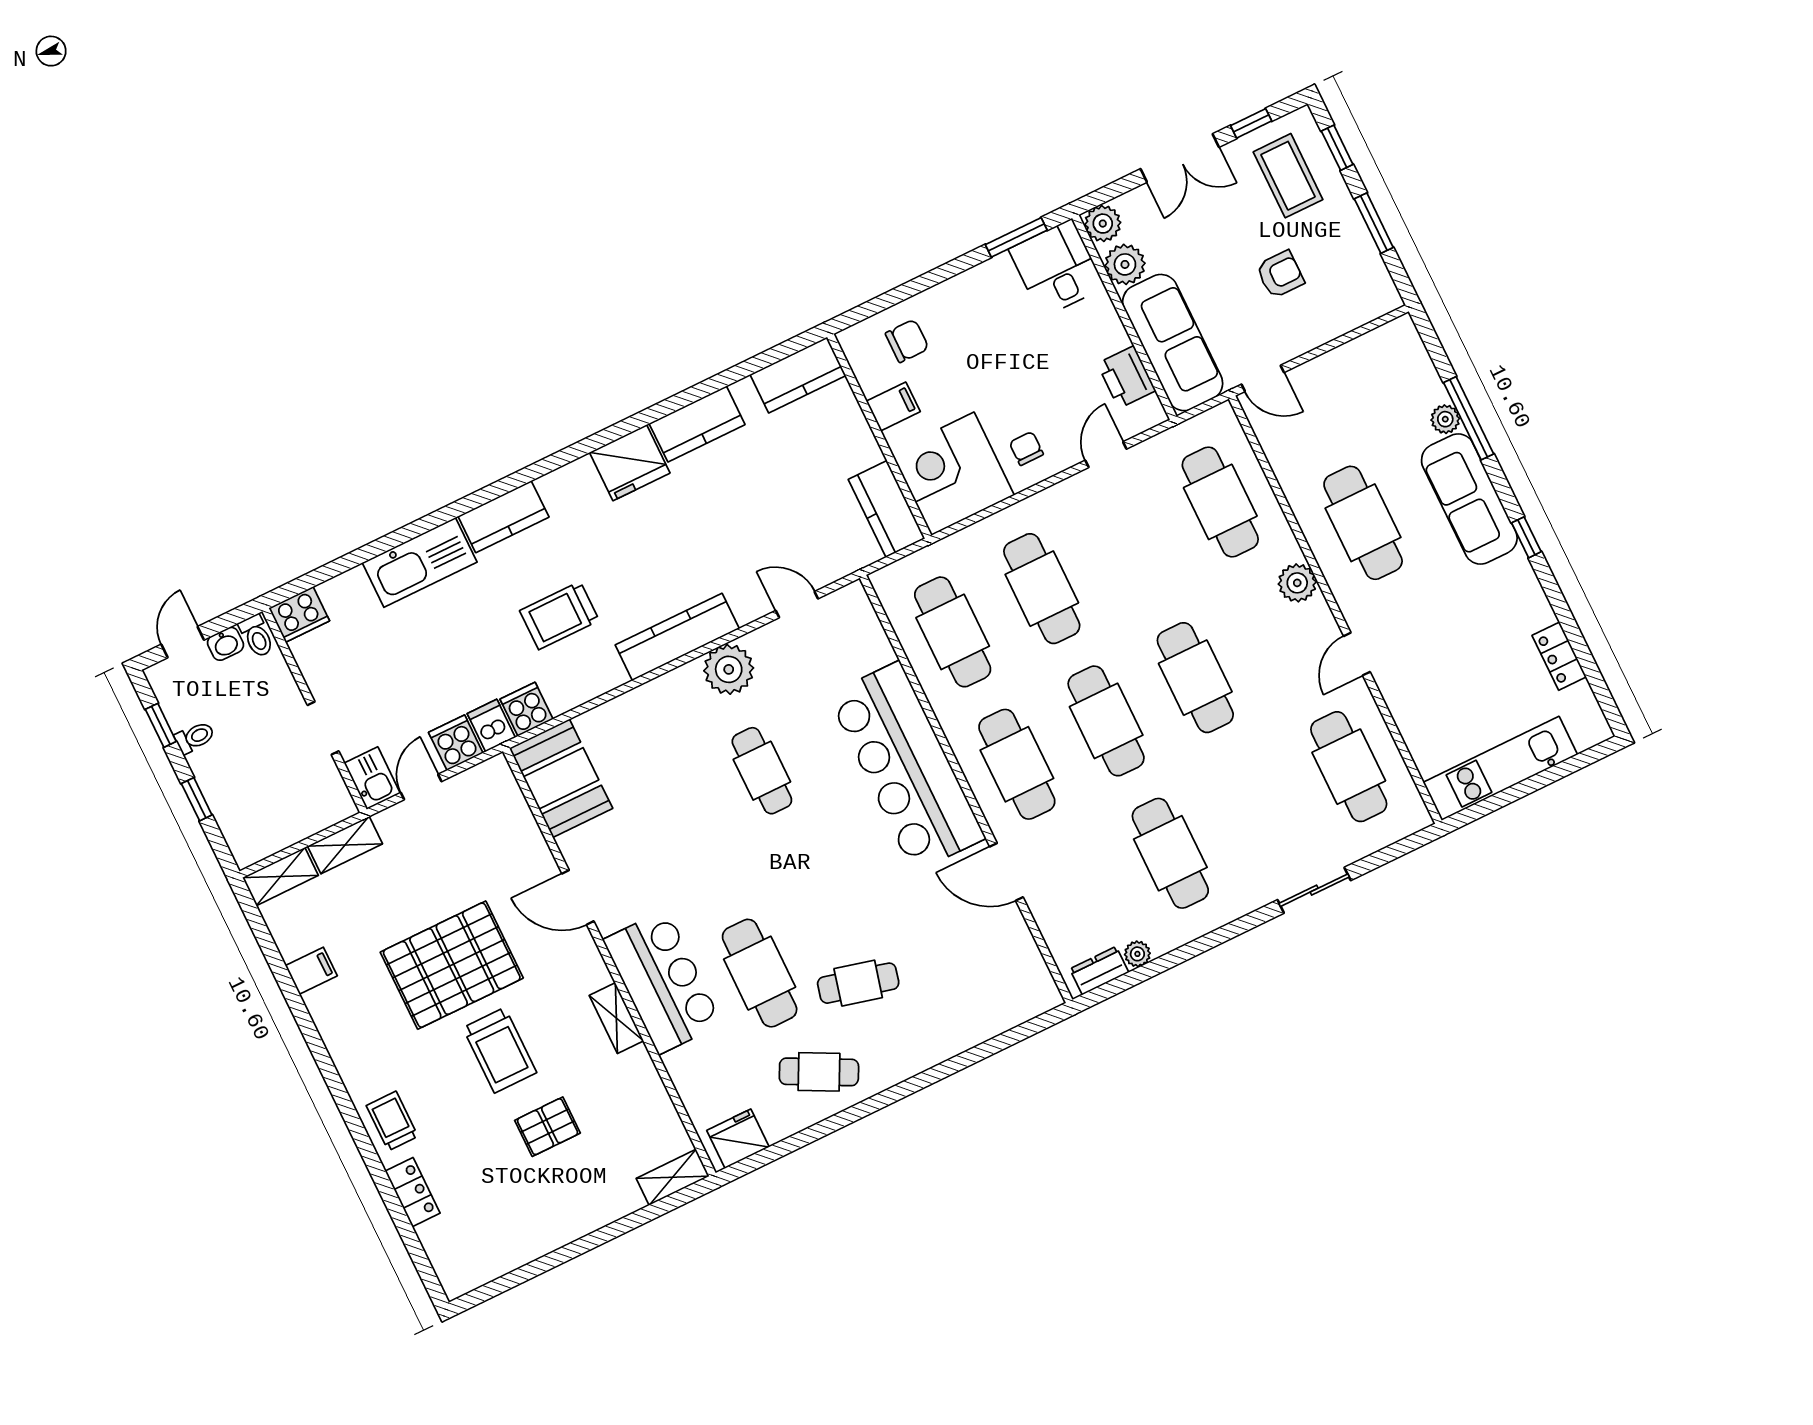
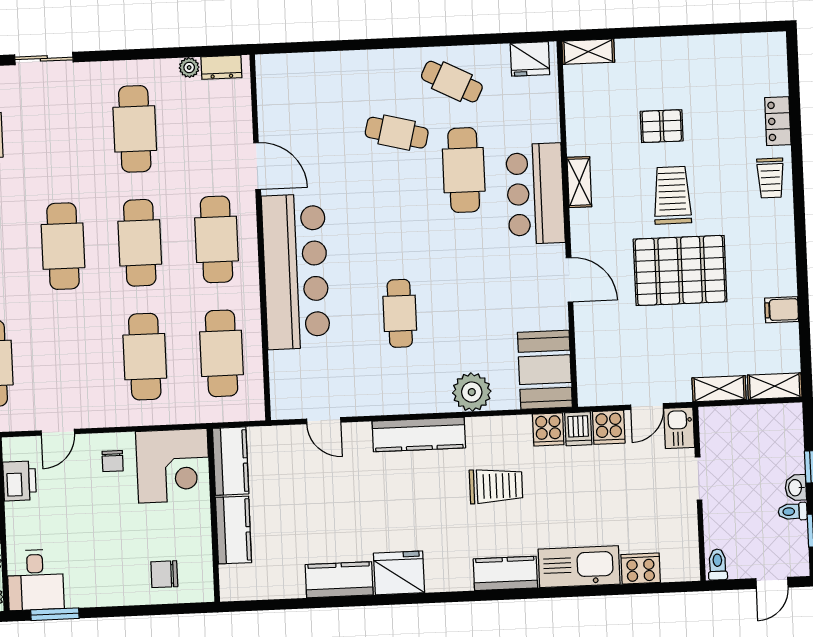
kitchen counter: (798, 375) -> (233, 530), moved, turned 90
filing cabinet: (893, 406) -> (194, 532), removed
cooker: (299, 614) -> (641, 568), moved
washbasin: (226, 644) -> (796, 488), moved, turned -90
plant: (729, 669) -> (472, 392), moved

